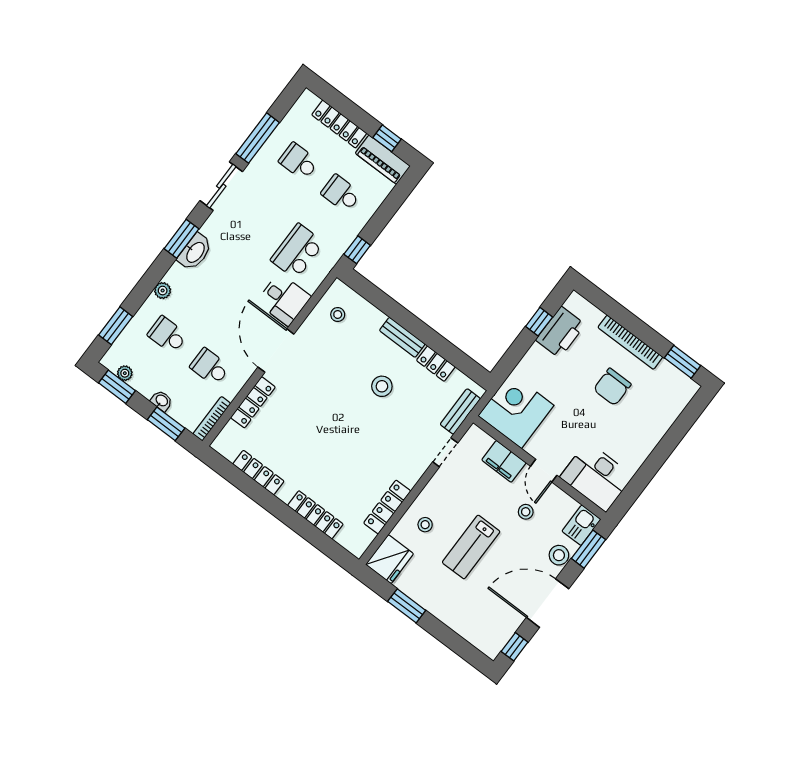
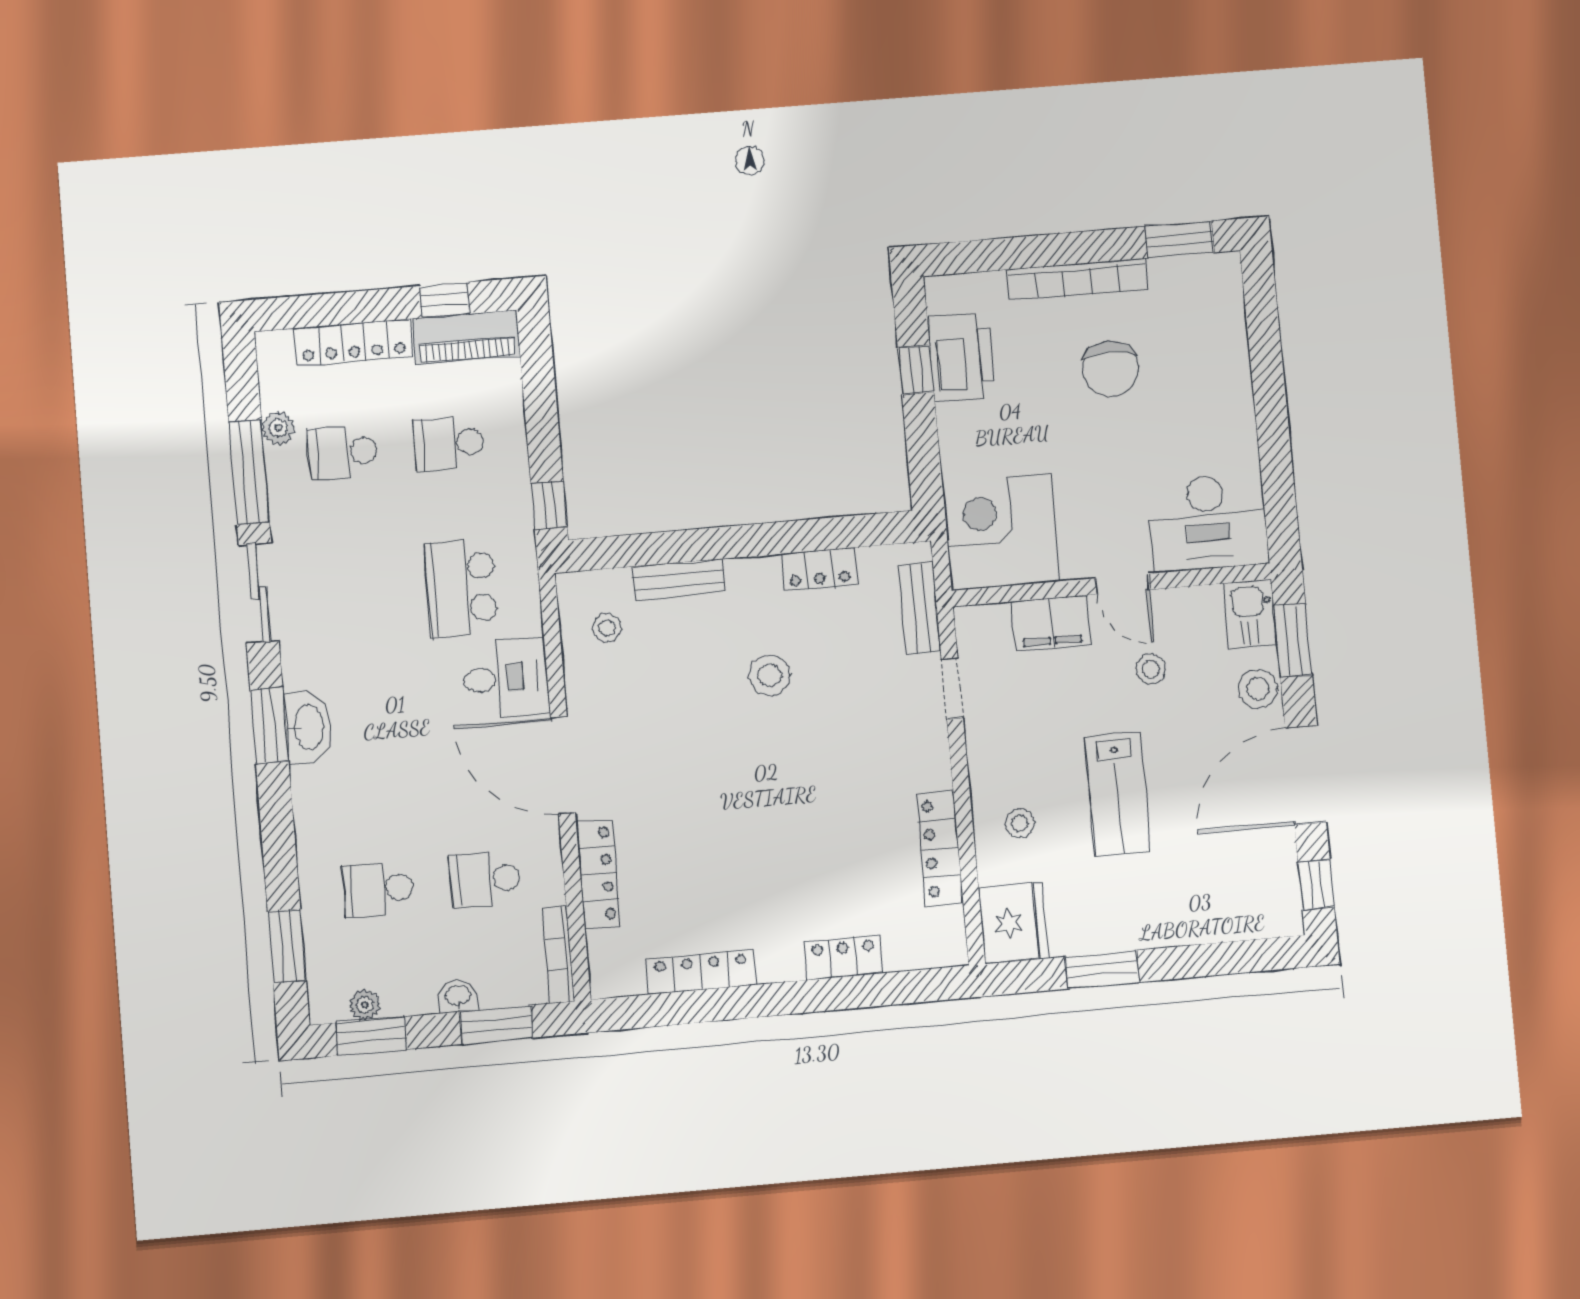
plant: (163, 291) -> (278, 428), moved
bench: (402, 337) -> (679, 580), moved
locker: (315, 515) -> (843, 958), width x0.66

